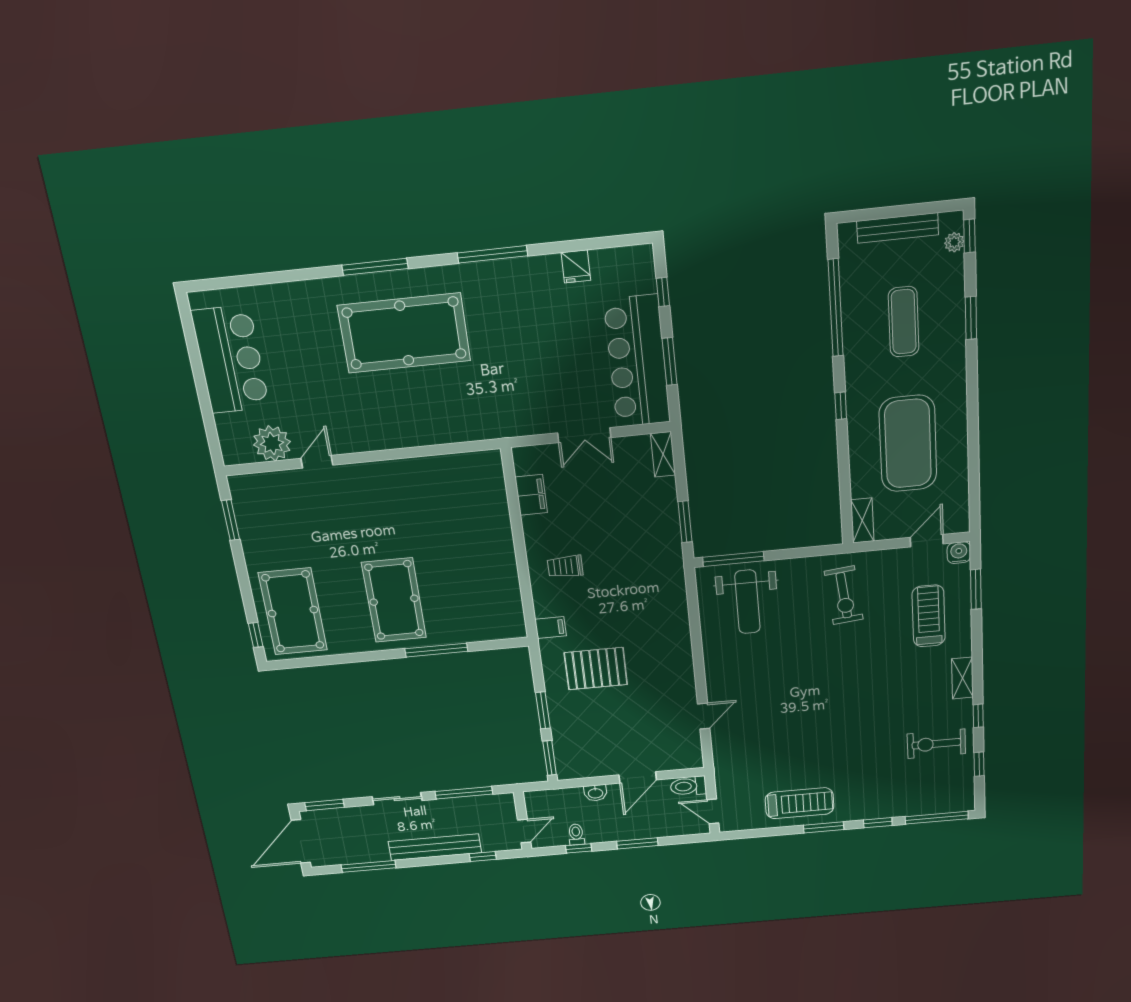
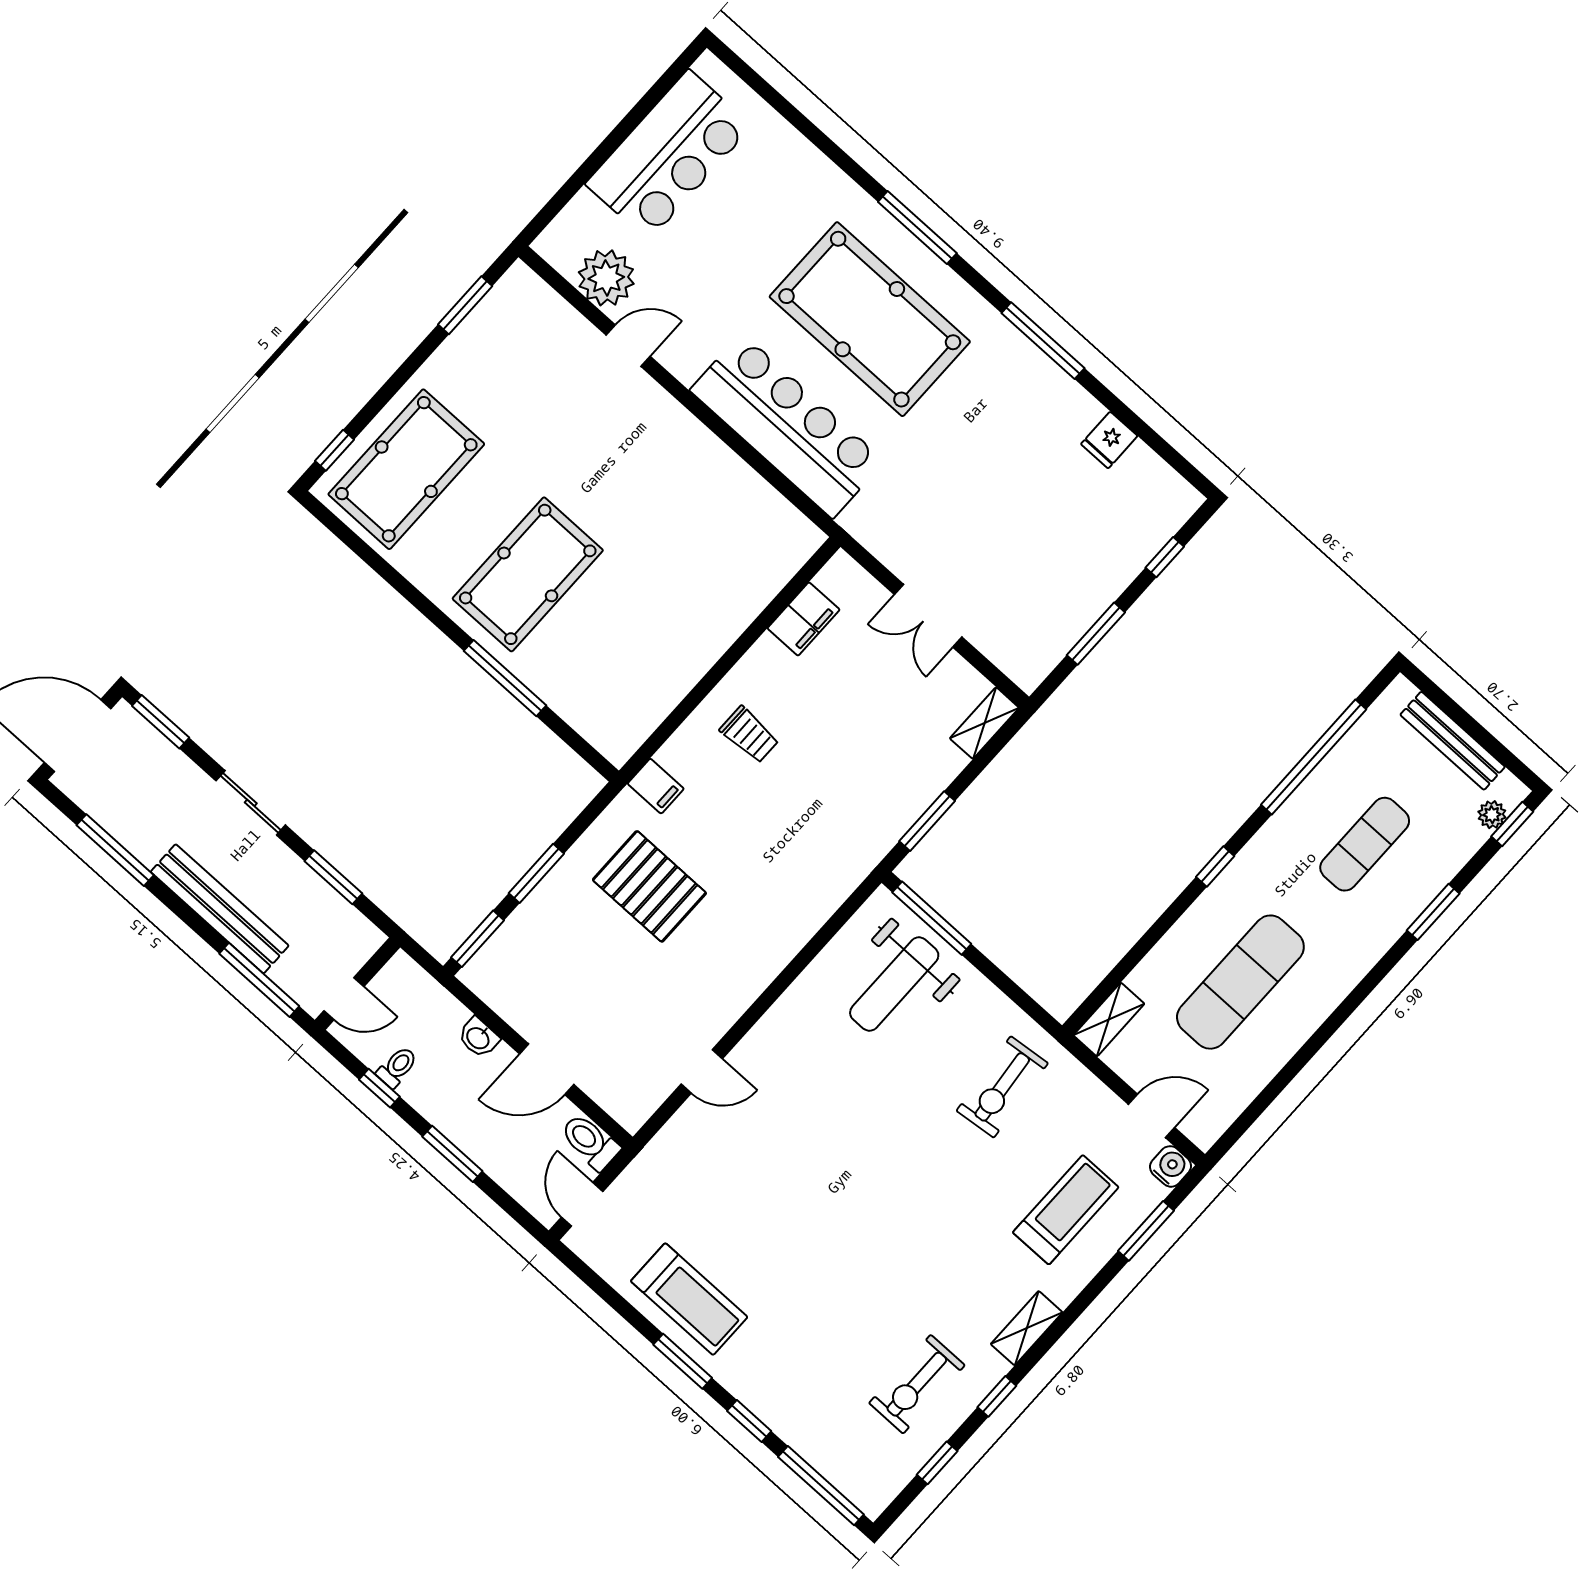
bar counter: (637, 361) -> (787, 426), moved, turned 90
exercise mat: (908, 444) -> (1240, 982), width x0.68
trolley: (565, 567) -> (749, 735), turned 180
exercise bike: (936, 744) -> (917, 1384), turned -90
window: (464, 793) -> (333, 877), width x0.69
window: (483, 857) -> (259, 980), width x2.17

